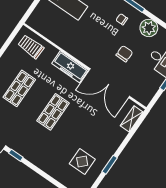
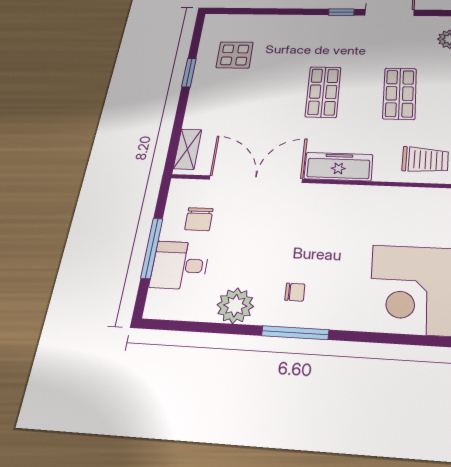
chair: (124, 54) -> (199, 219), moved

